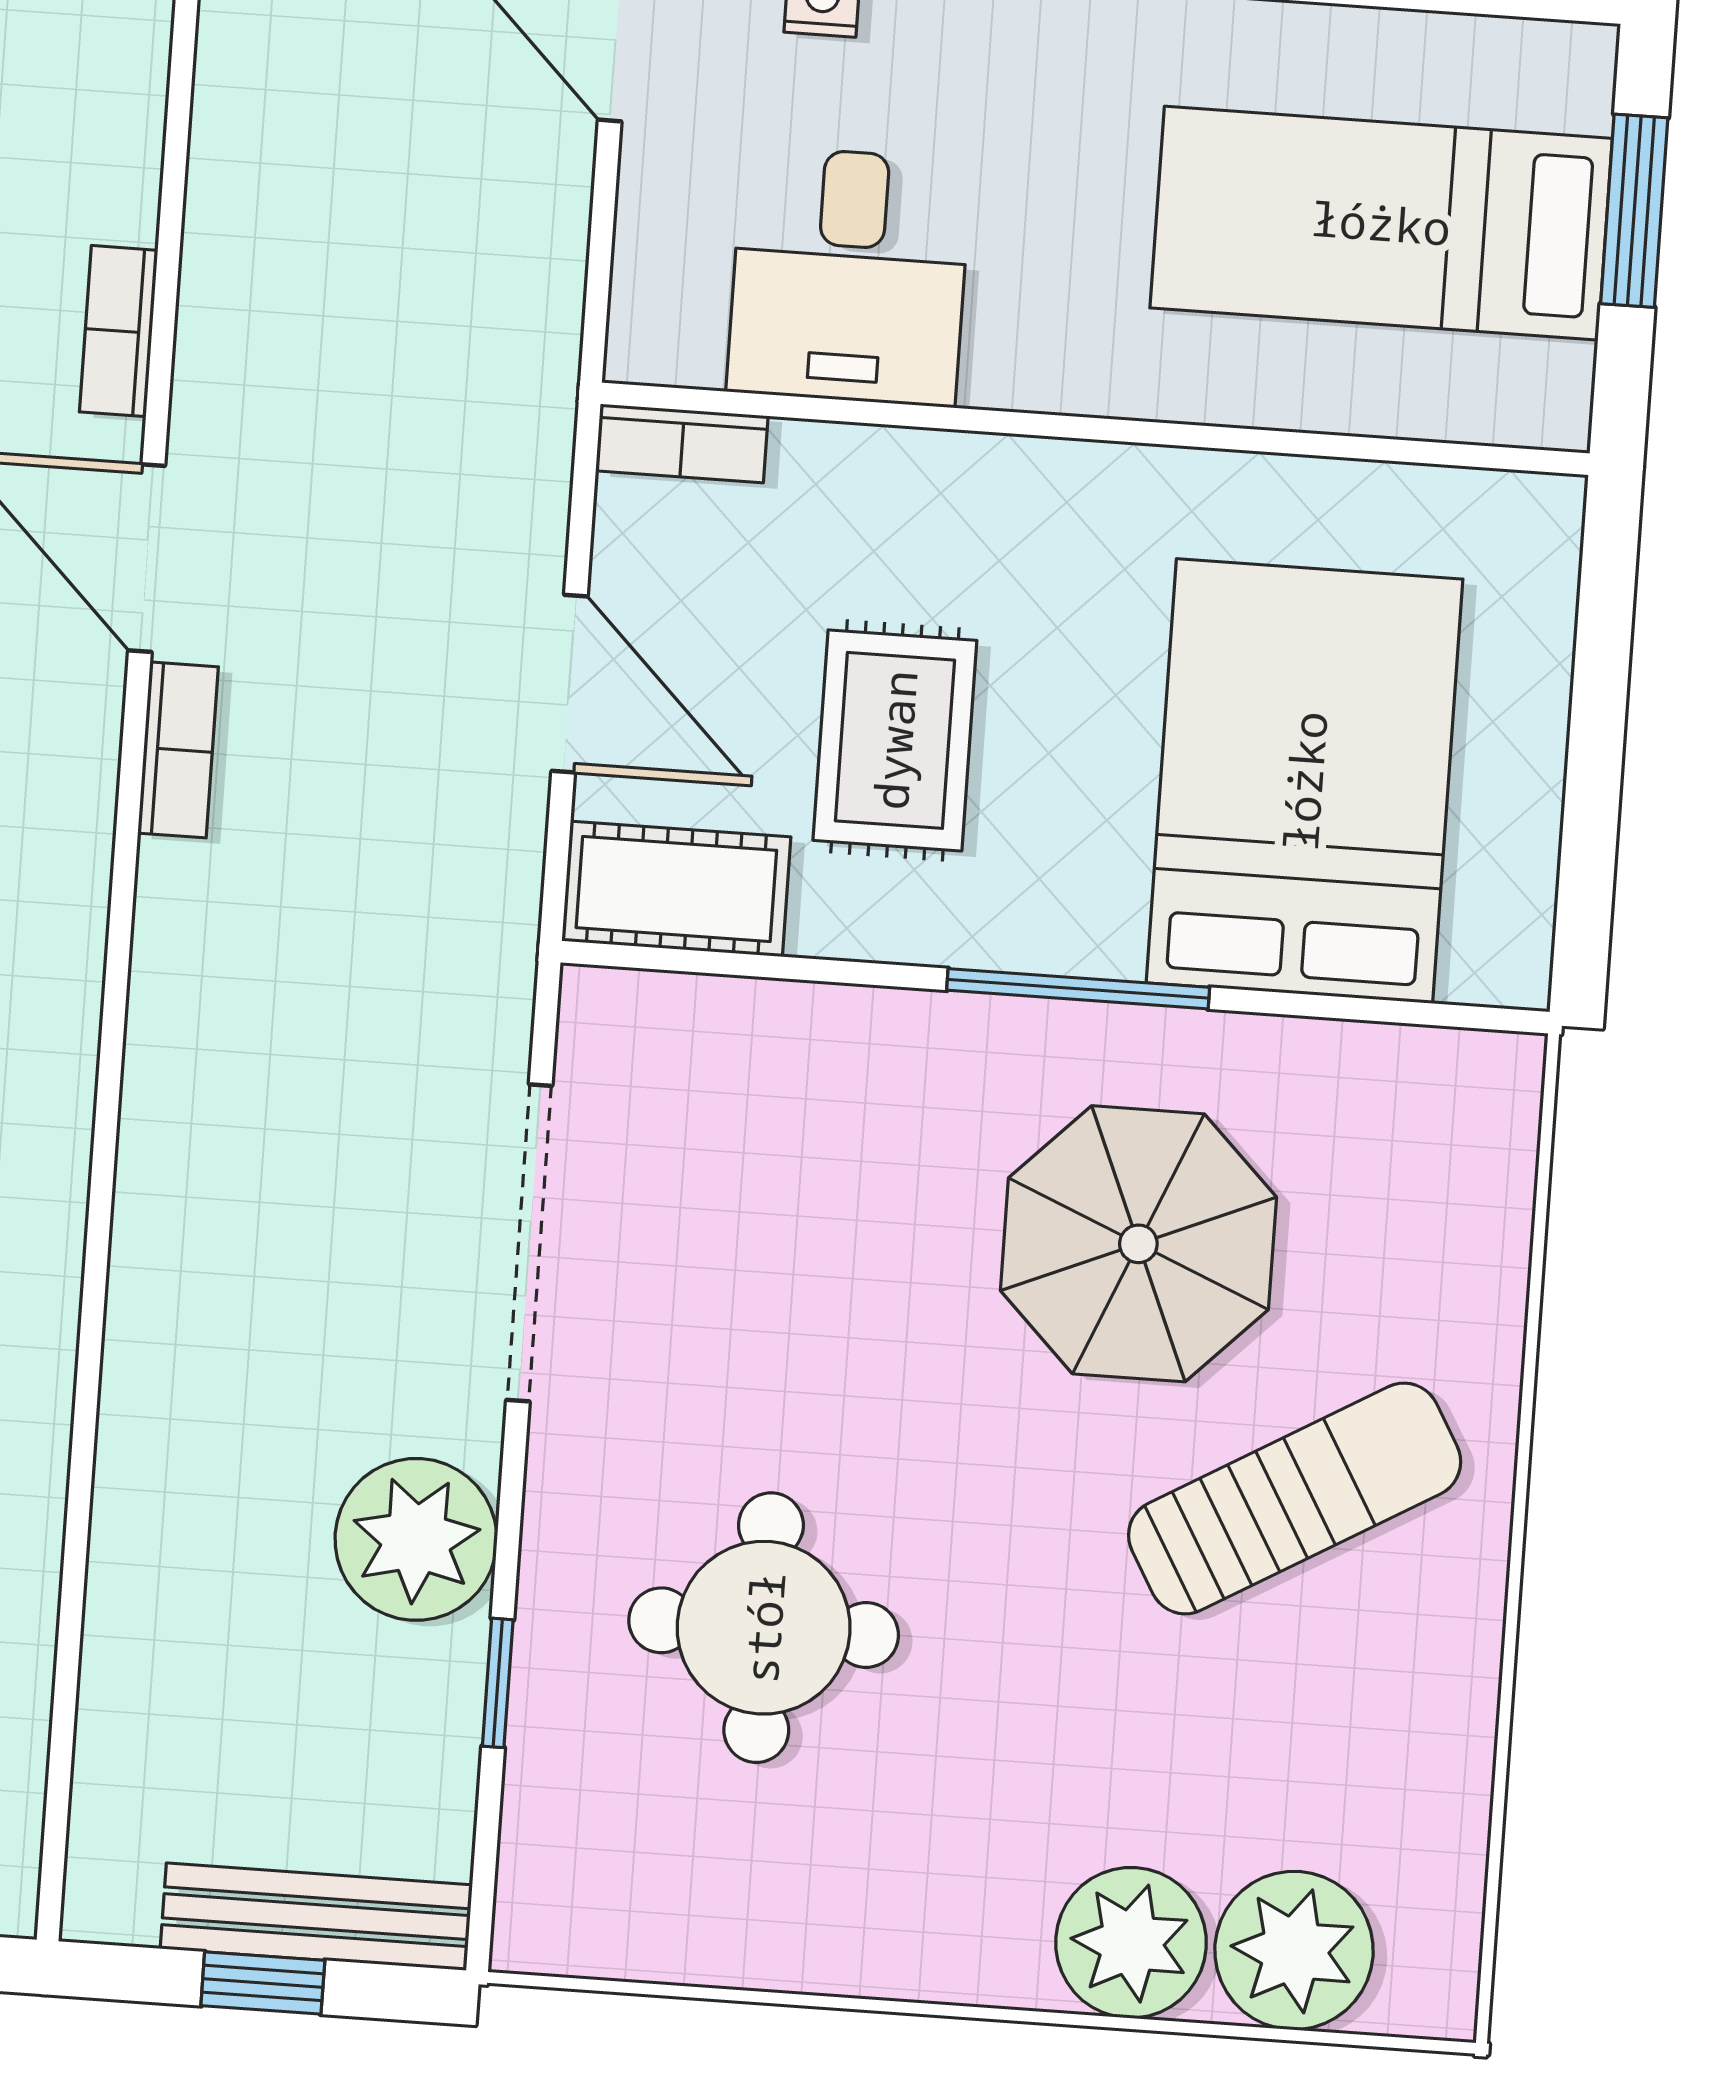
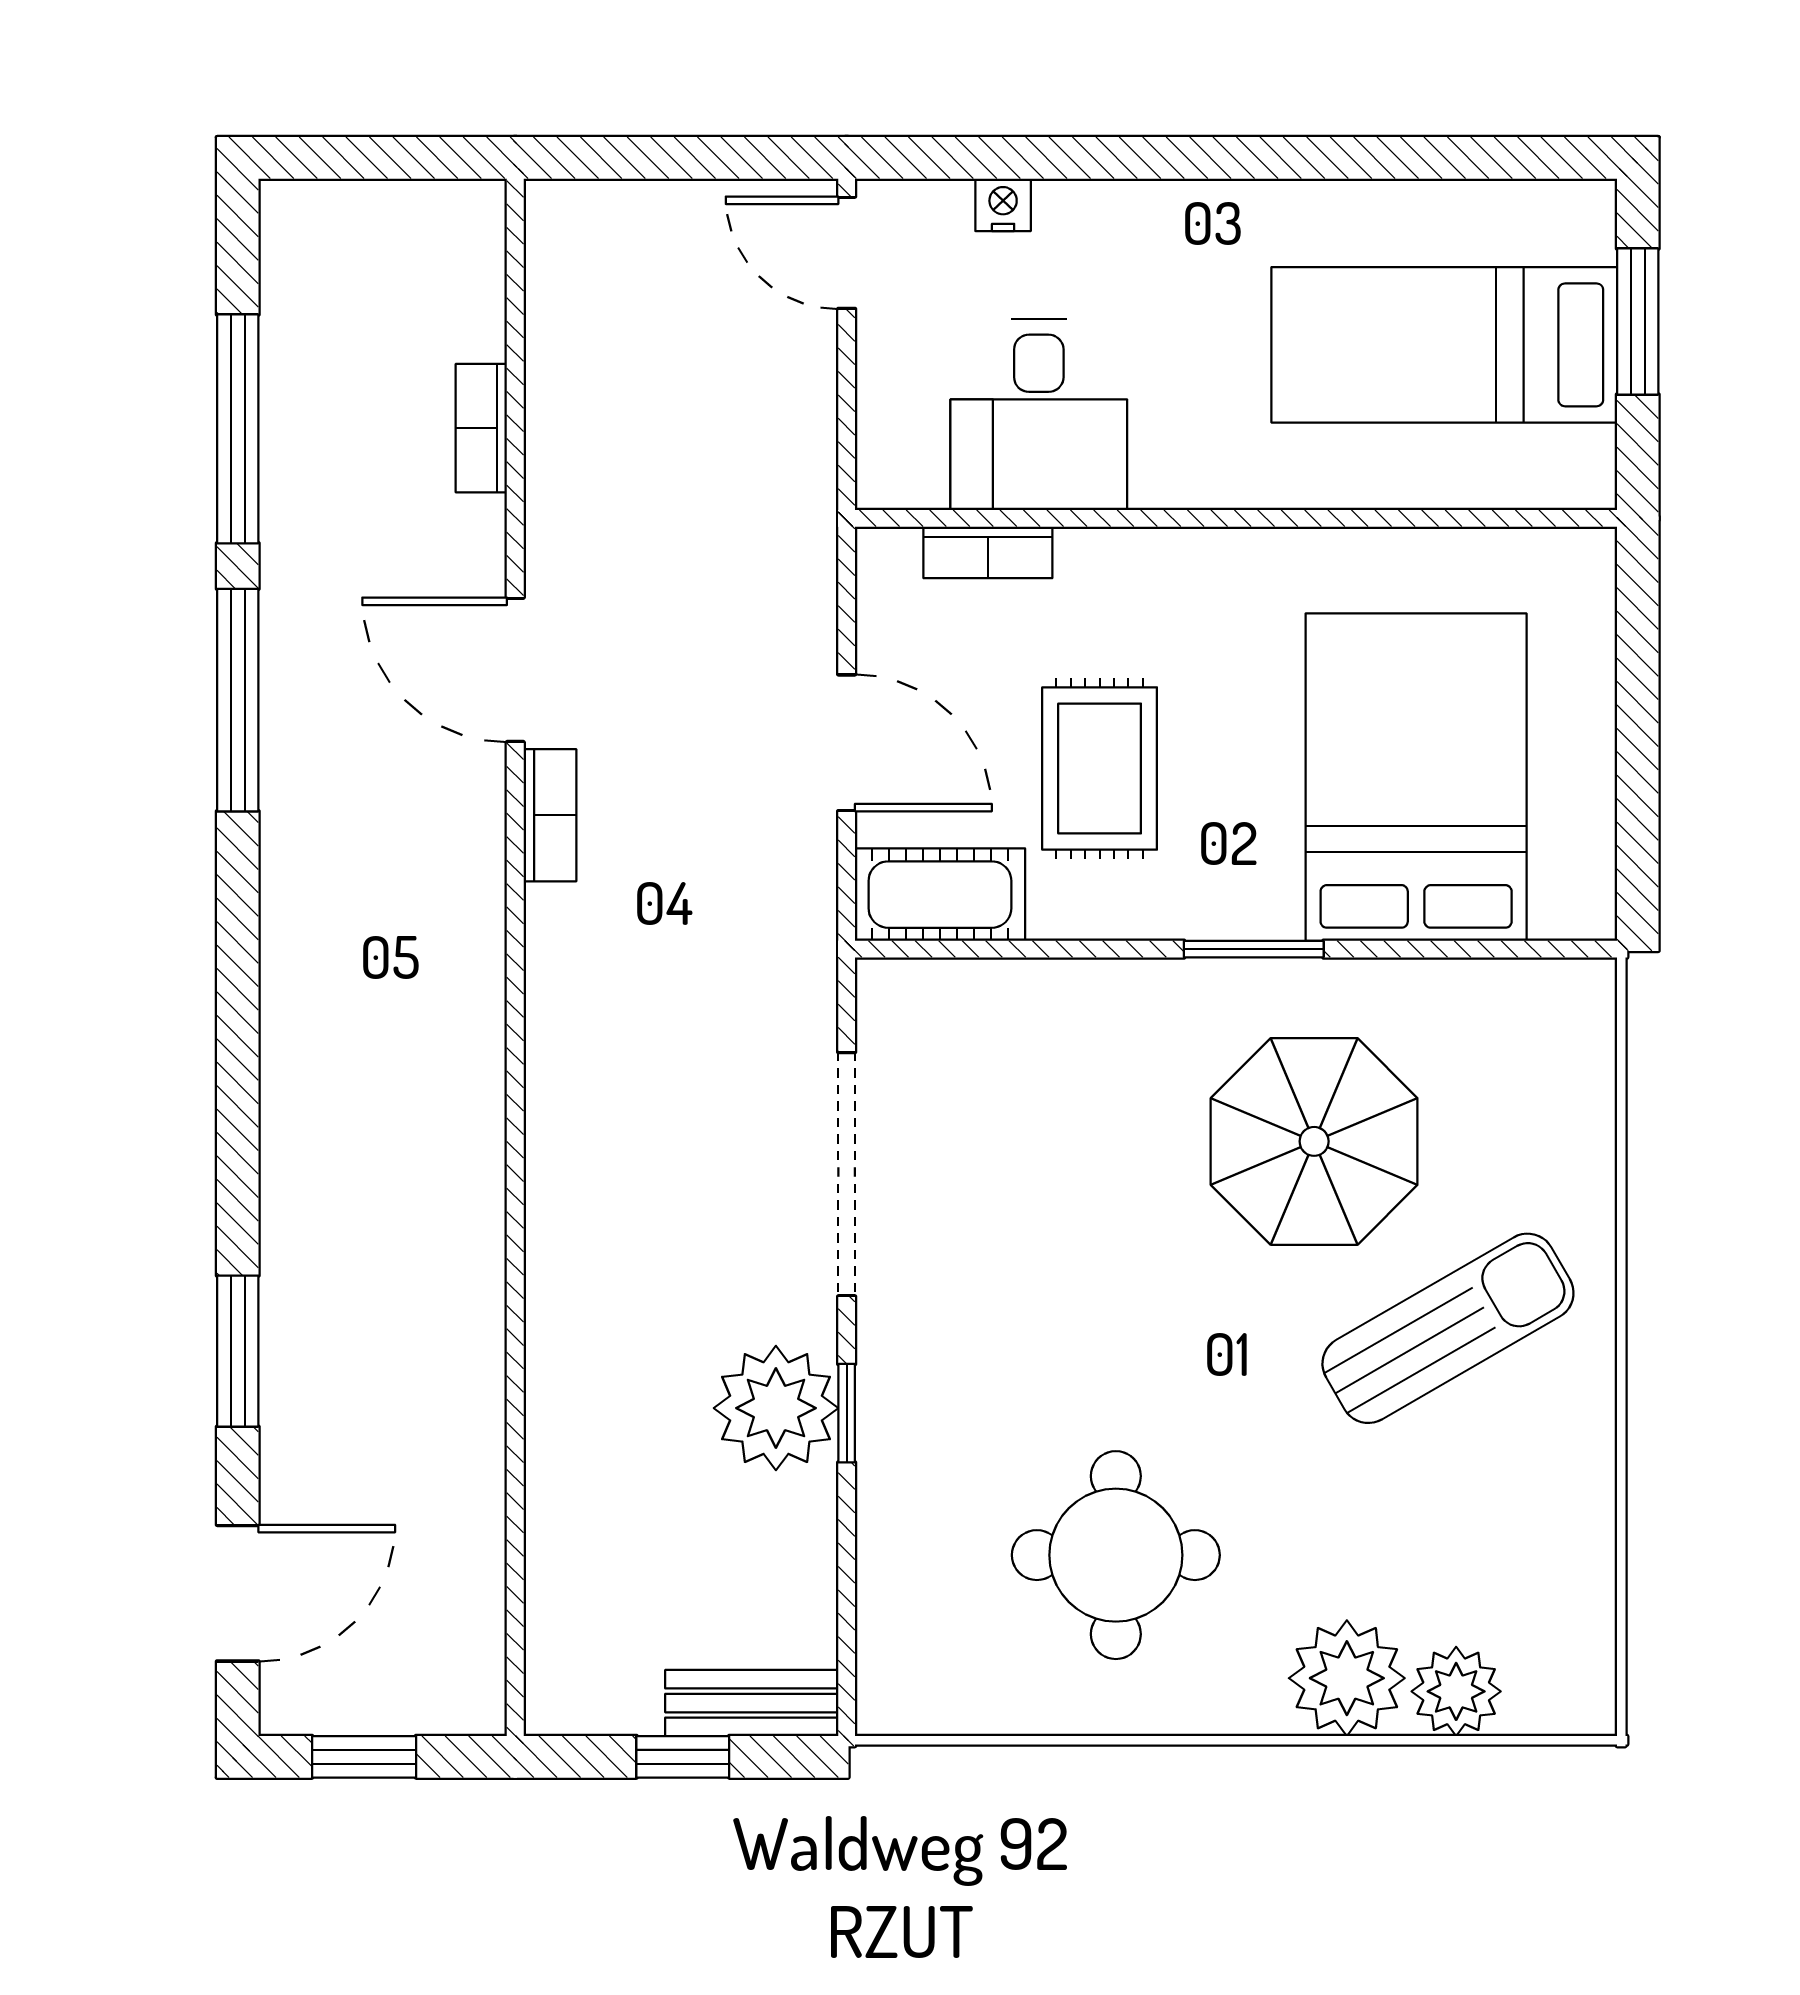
bookcase: (119, 331) -> (481, 428), moved
bookcase: (682, 443) -> (988, 552), moved
window: (1078, 989) -> (1254, 949), width x0.69
round table: (764, 1628) -> (1116, 1555), moved
window: (498, 1683) -> (847, 1413), moved
bench: (316, 1917) -> (752, 1703), width x0.73
plant: (1294, 1950) -> (1456, 1691), width x0.73, depth x0.73

